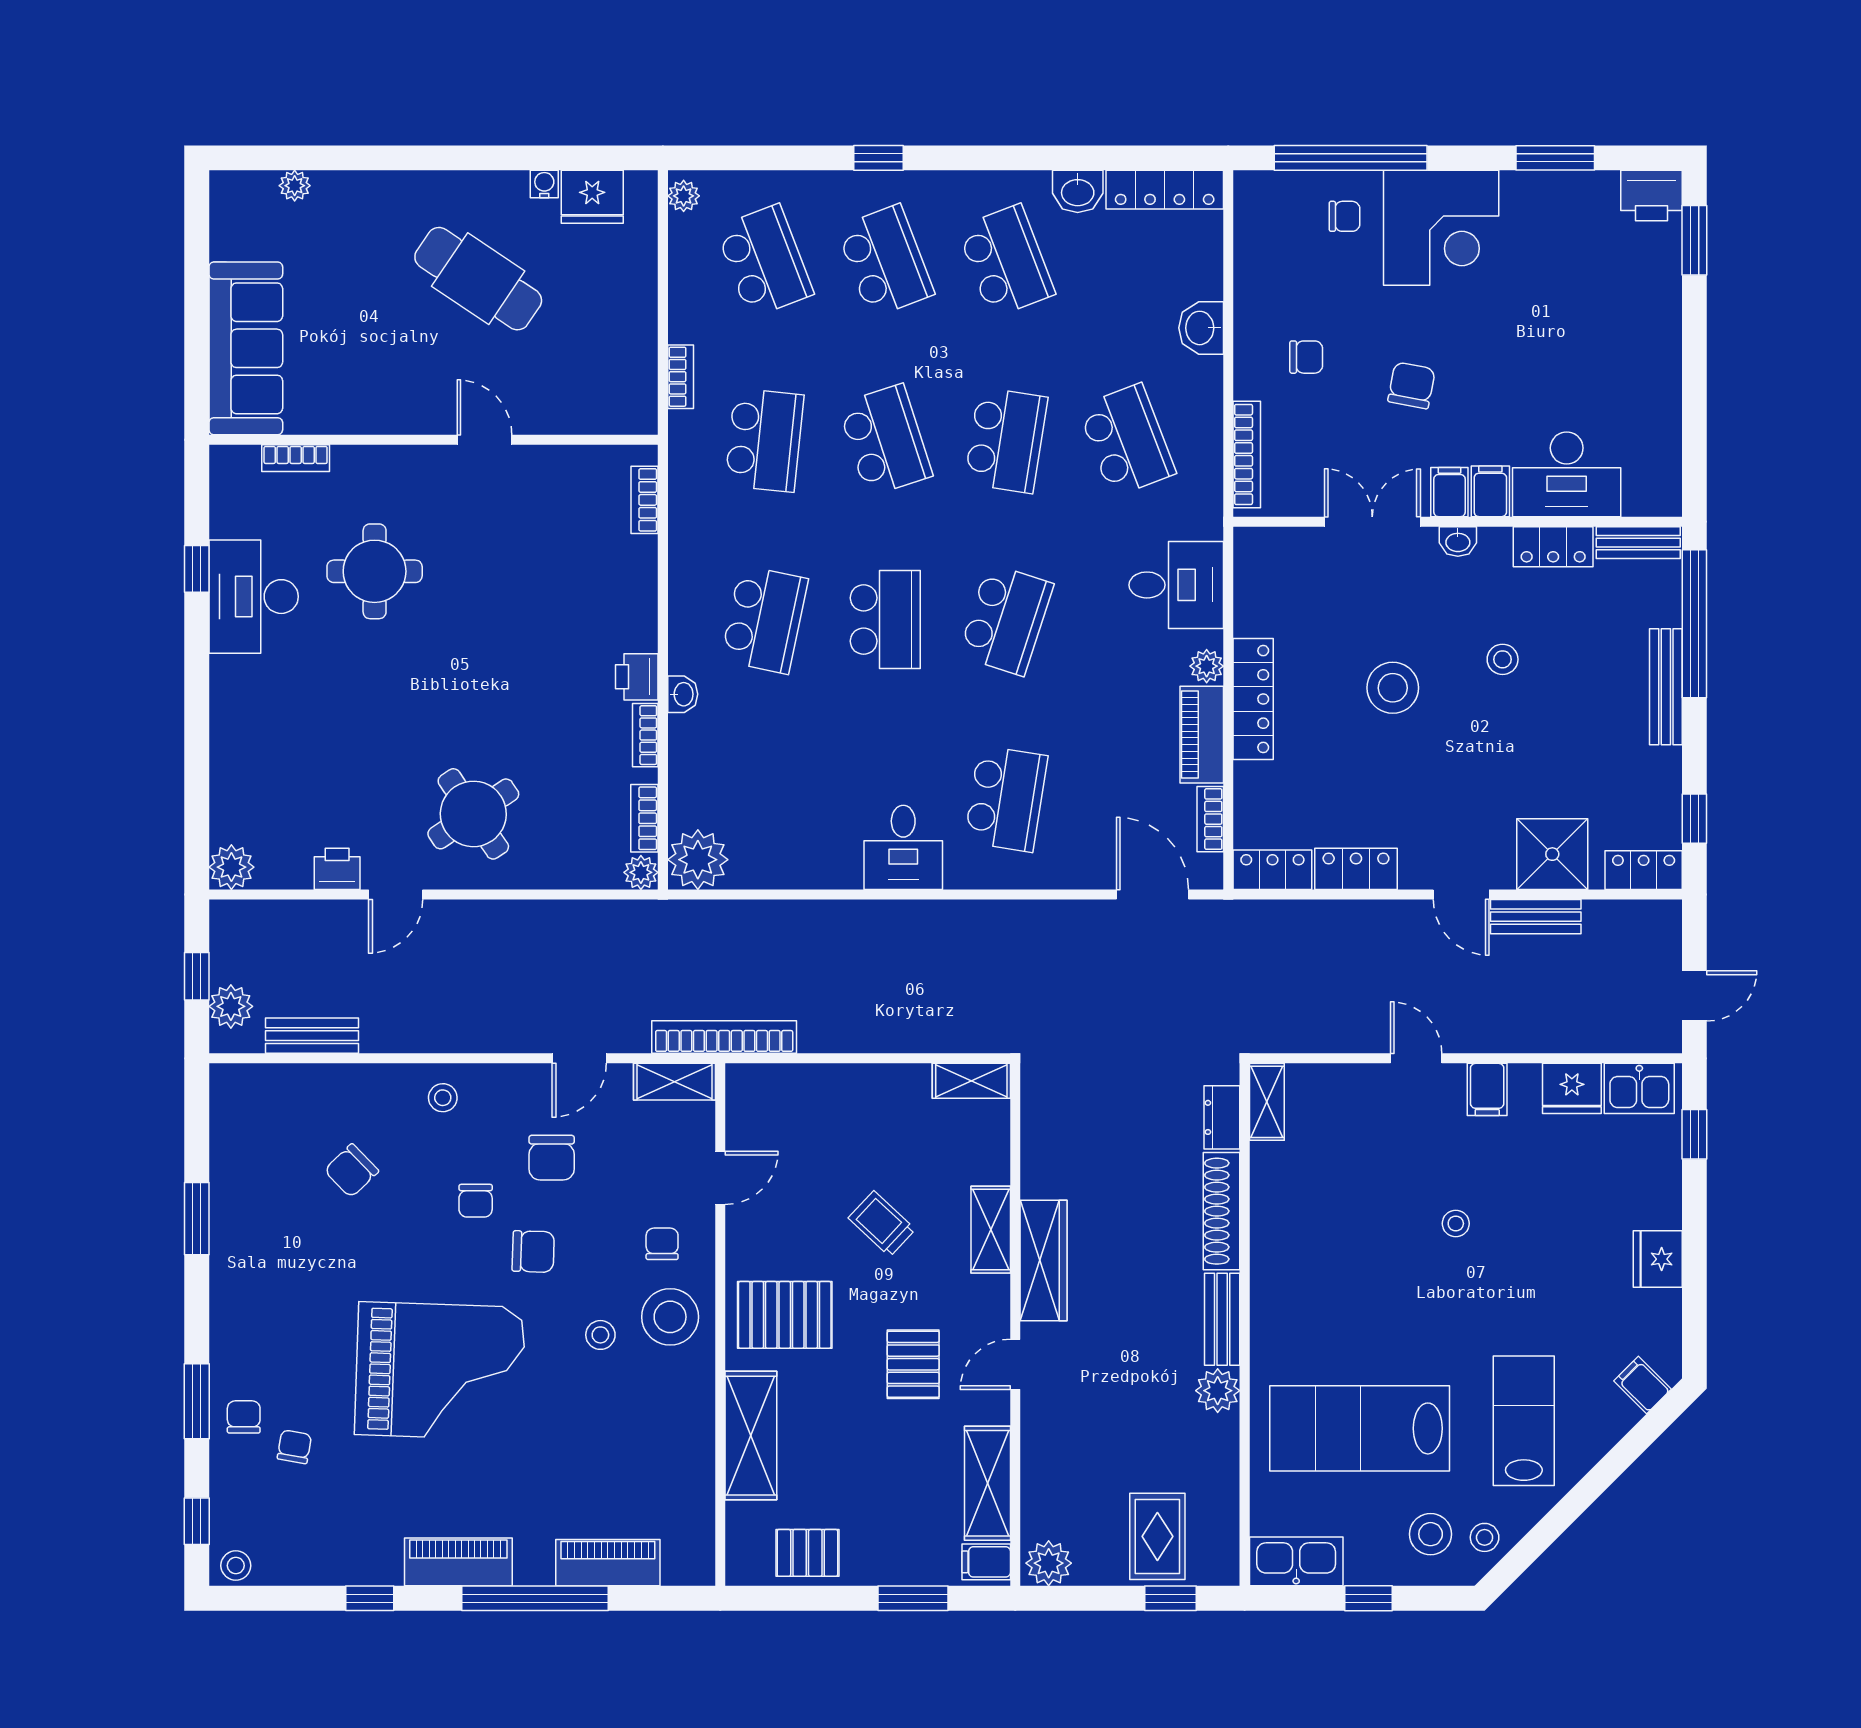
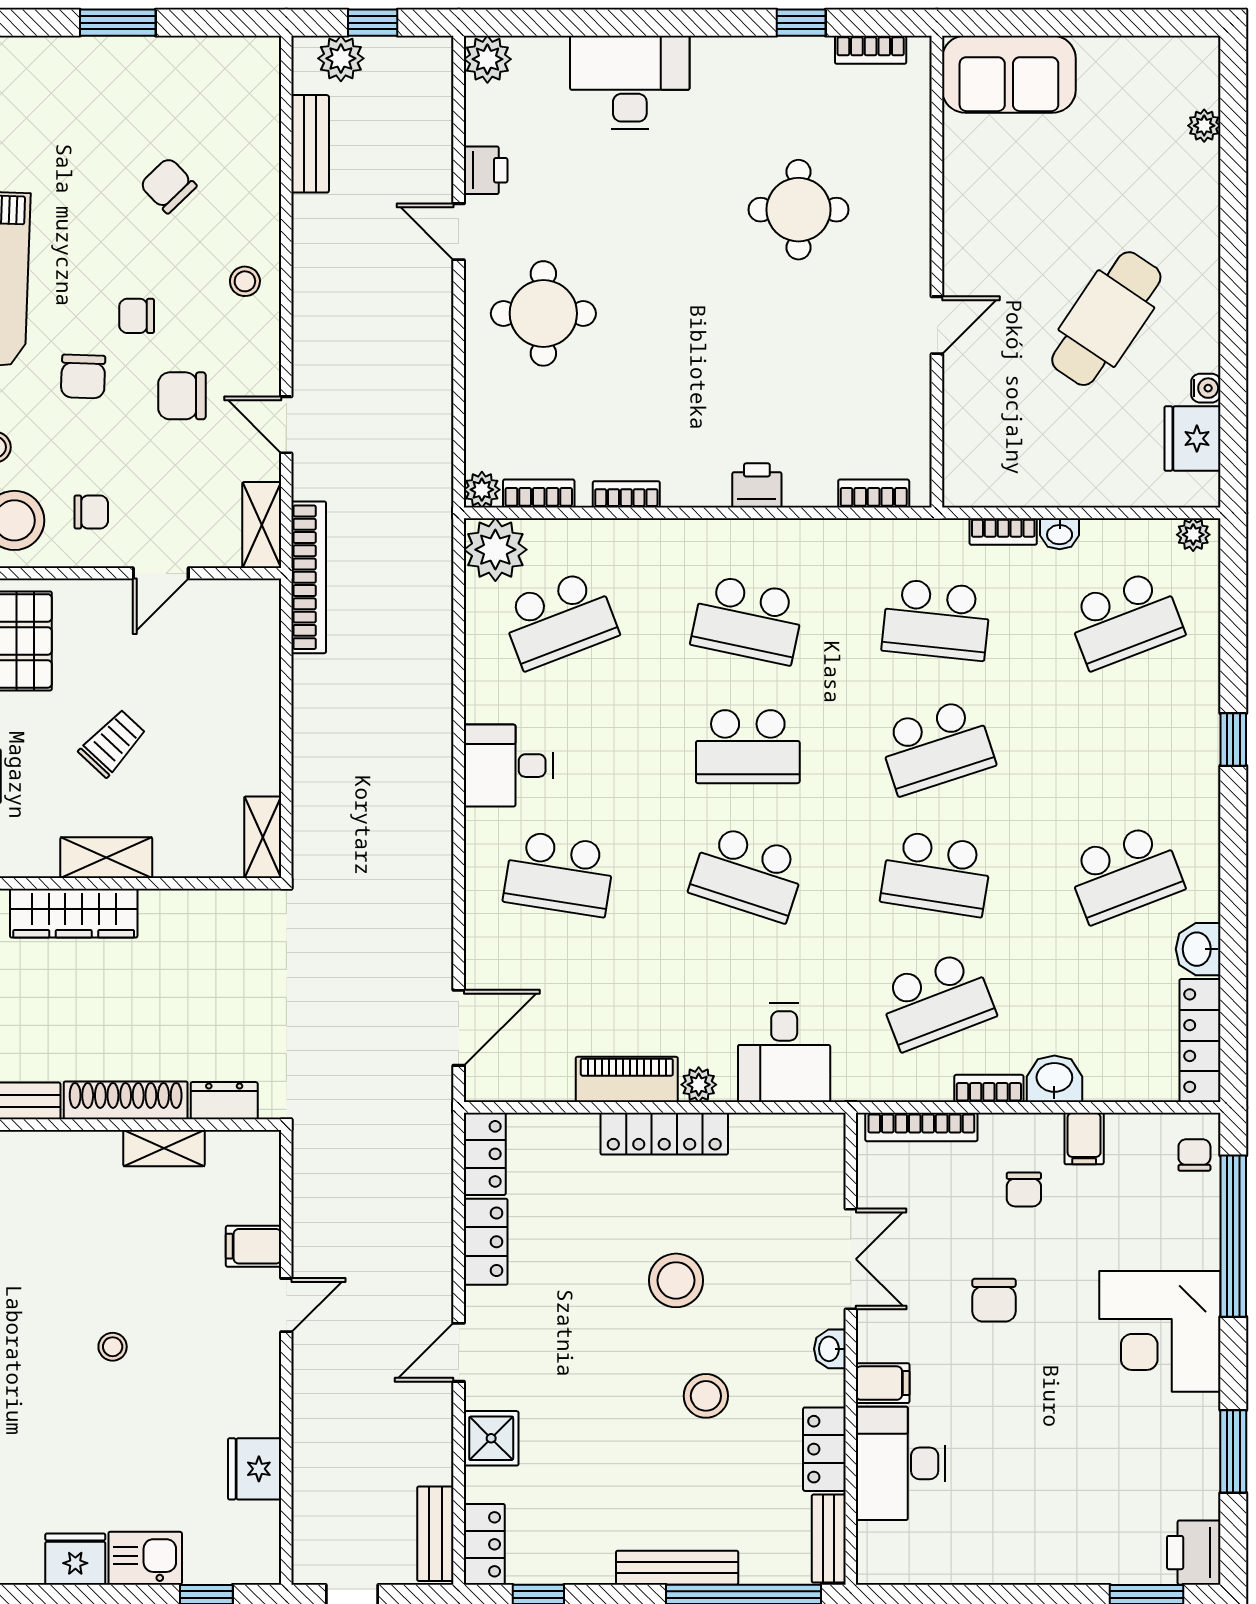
chair: (1345, 216) -> (1194, 1155), moved, turned 180
school desk: (885, 261) -> (559, 620), moved
sofa: (246, 348) -> (1009, 74), width x0.73
chair: (1411, 385) -> (994, 1300), turned 79
bookcase: (296, 458) -> (871, 50), moved, turned -90
filing cabinet: (1449, 492) -> (1084, 1139), moved, turned 90
desk: (254, 597) -> (630, 82), moved
stool: (1503, 659) -> (706, 1396), width x1.37, depth x1.37
printer: (637, 677) -> (757, 485), moved
washbasin: (683, 694) -> (1060, 534), moved
round table: (473, 814) -> (543, 313), turned 34
bookcase: (1210, 819) -> (989, 1088), moved
shower: (1552, 854) -> (491, 1438), width x0.73, depth x0.73
bench: (1536, 917) -> (435, 1534), moved
kitchen sink: (1639, 1088) -> (145, 1558), moved, turned 90
filing cabinet: (1487, 1089) -> (254, 1246), moved
shelving: (1267, 1102) -> (164, 1148), moved
door: (720, 1178) -> (161, 573), hinge flipped

